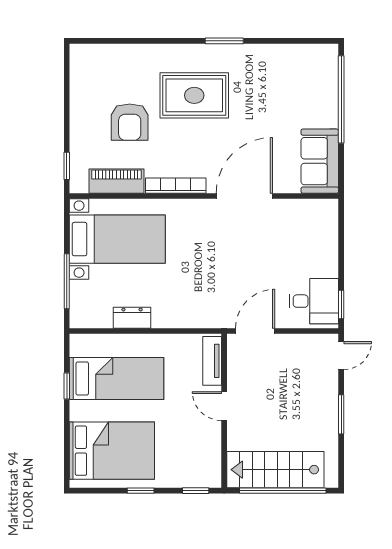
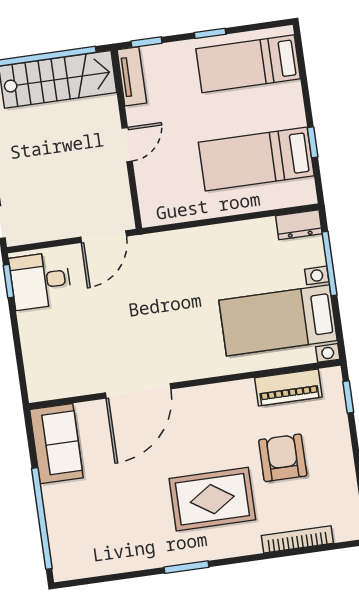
bookcase: (176, 186) -> (297, 539), moved, turned 180
dresser: (132, 318) -> (299, 225), moved
tv unit: (212, 361) -> (132, 76), moved
door: (224, 406) -> (127, 145), hinge flipped
bed: (112, 451) -> (248, 64), width x0.67

